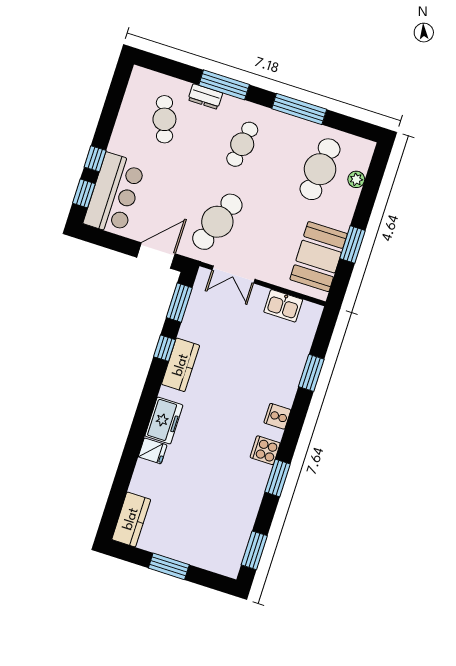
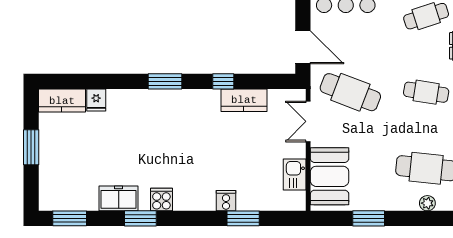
booth: (319, 257) -> (330, 176), moved, turned 90
window: (179, 303) -> (165, 81), moved
kitchen counter: (181, 365) -> (244, 100), moved
cooker: (277, 416) -> (226, 201), moved
freezer: (164, 421) -> (119, 198), moved, turned 180
fridge: (153, 451) -> (96, 100), moved

